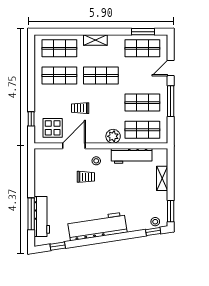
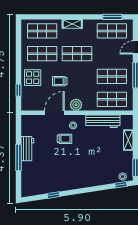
display table: (53, 128) -> (33, 78), moved
plant: (113, 136) -> (76, 105), moved
window: (31, 214) -> (18, 157), moved
workbench: (42, 216) -> (27, 149), moved, width x0.73
workbench: (97, 226) -> (74, 180), removed
window: (58, 246) -> (53, 195), moved

